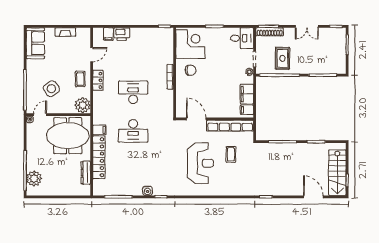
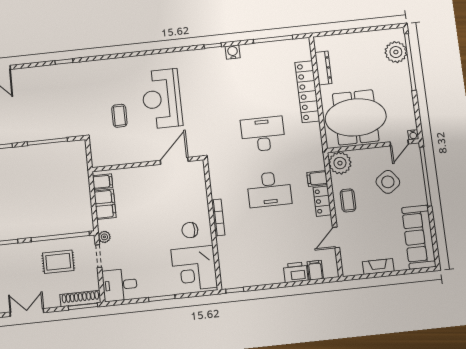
sofa: (35, 43) -> (419, 237), width x1.36
rug: (282, 58) -> (58, 262), turned 90
door: (196, 119) -> (174, 161), swing flipped
row of seats: (230, 126) -> (125, 156), removed
filing cabinet: (99, 130) -> (317, 178), moved

